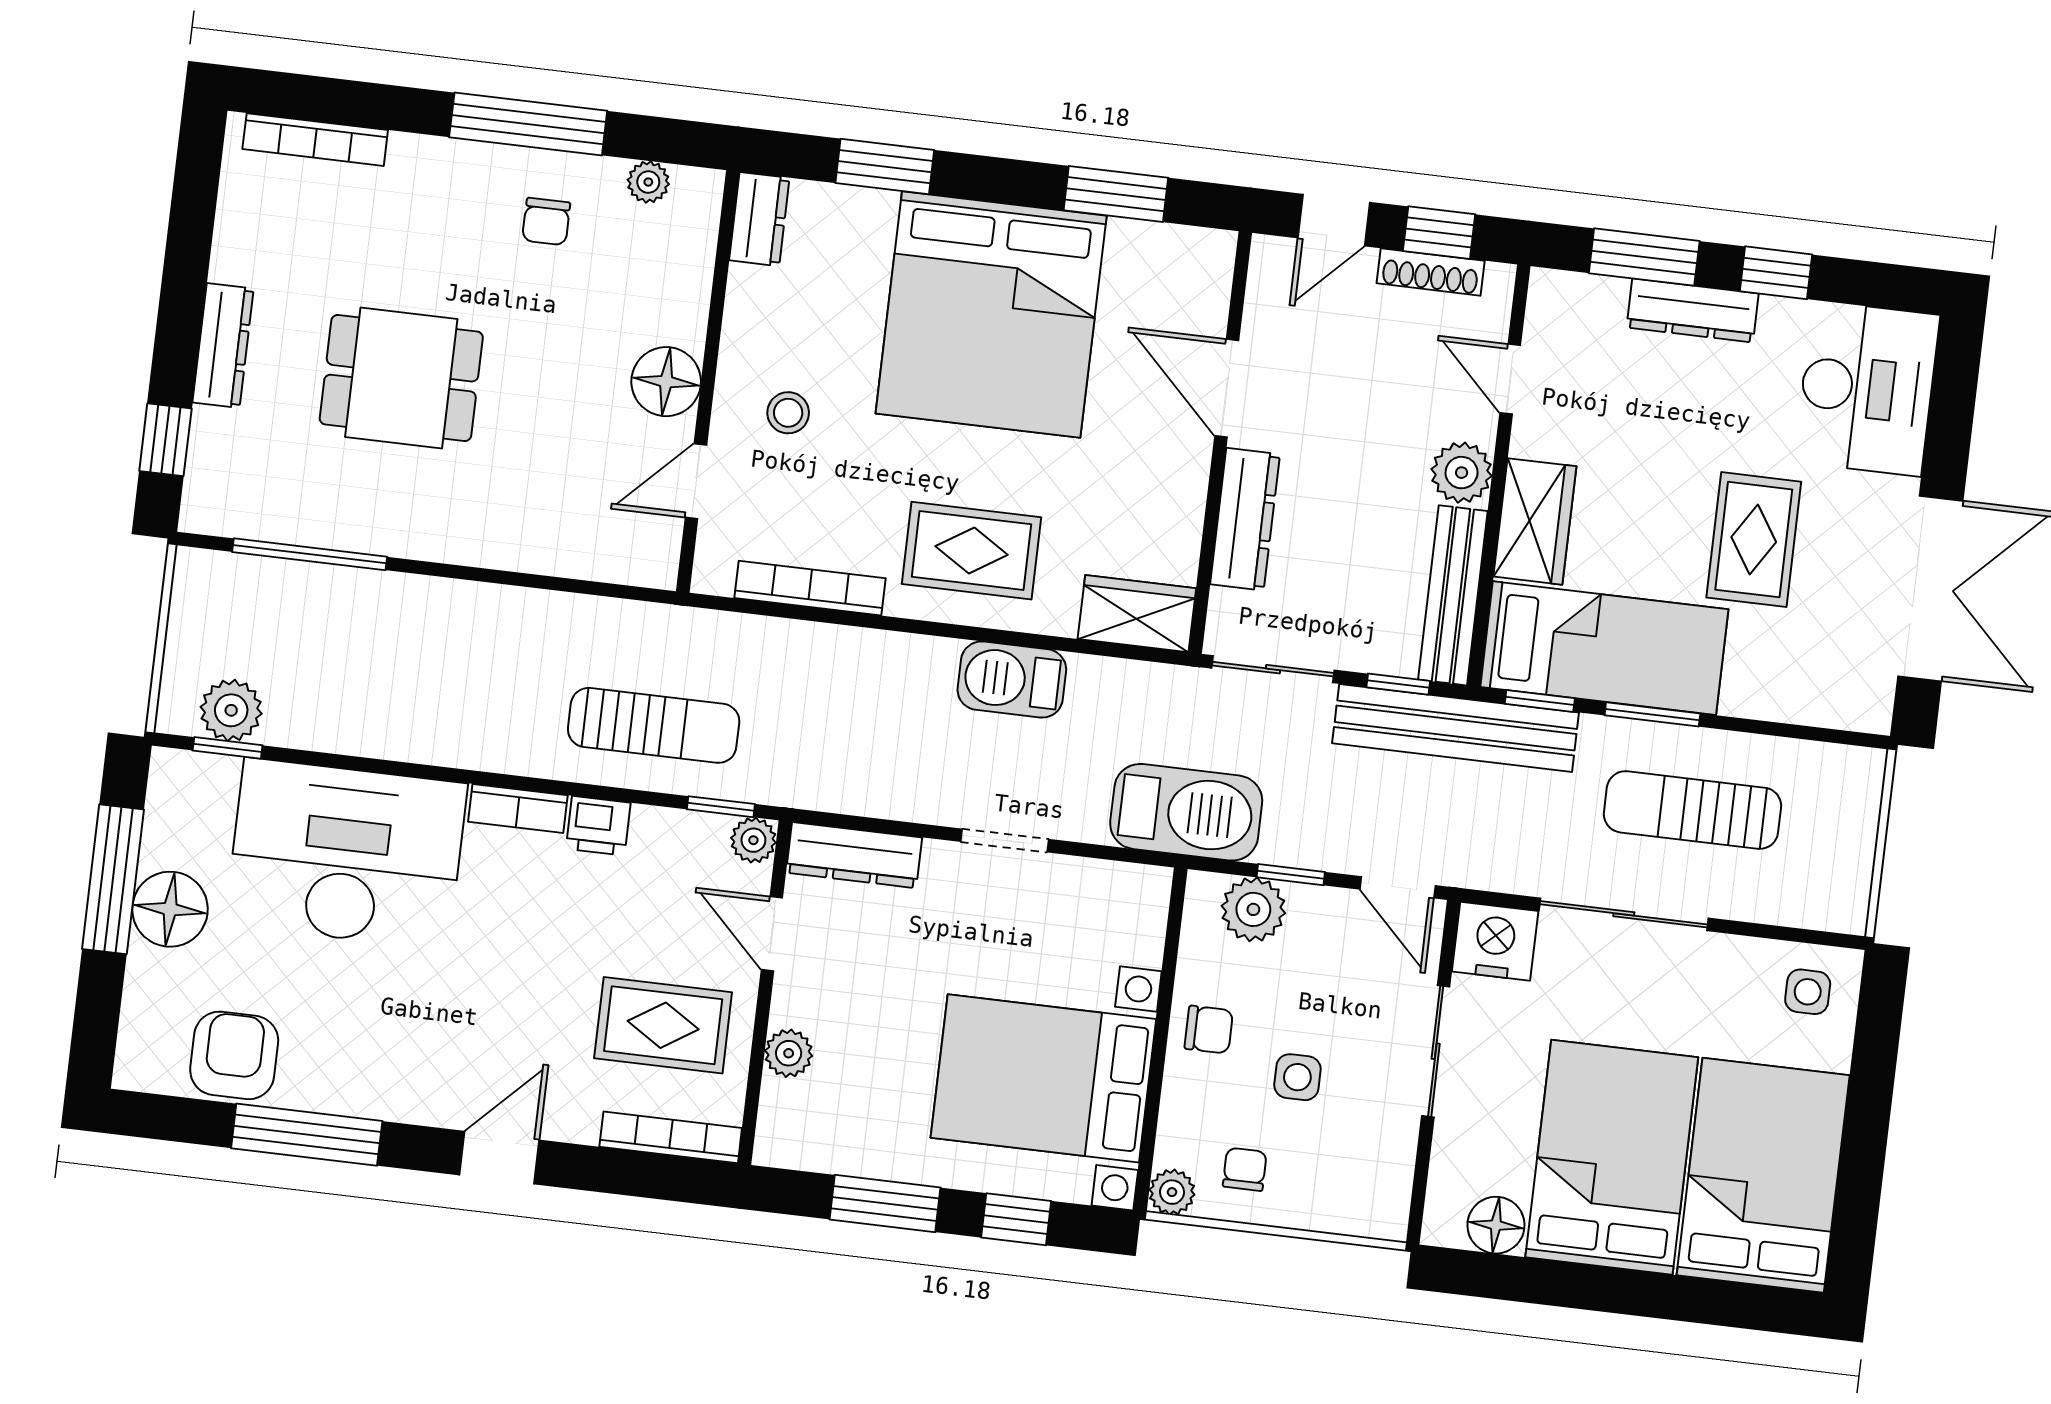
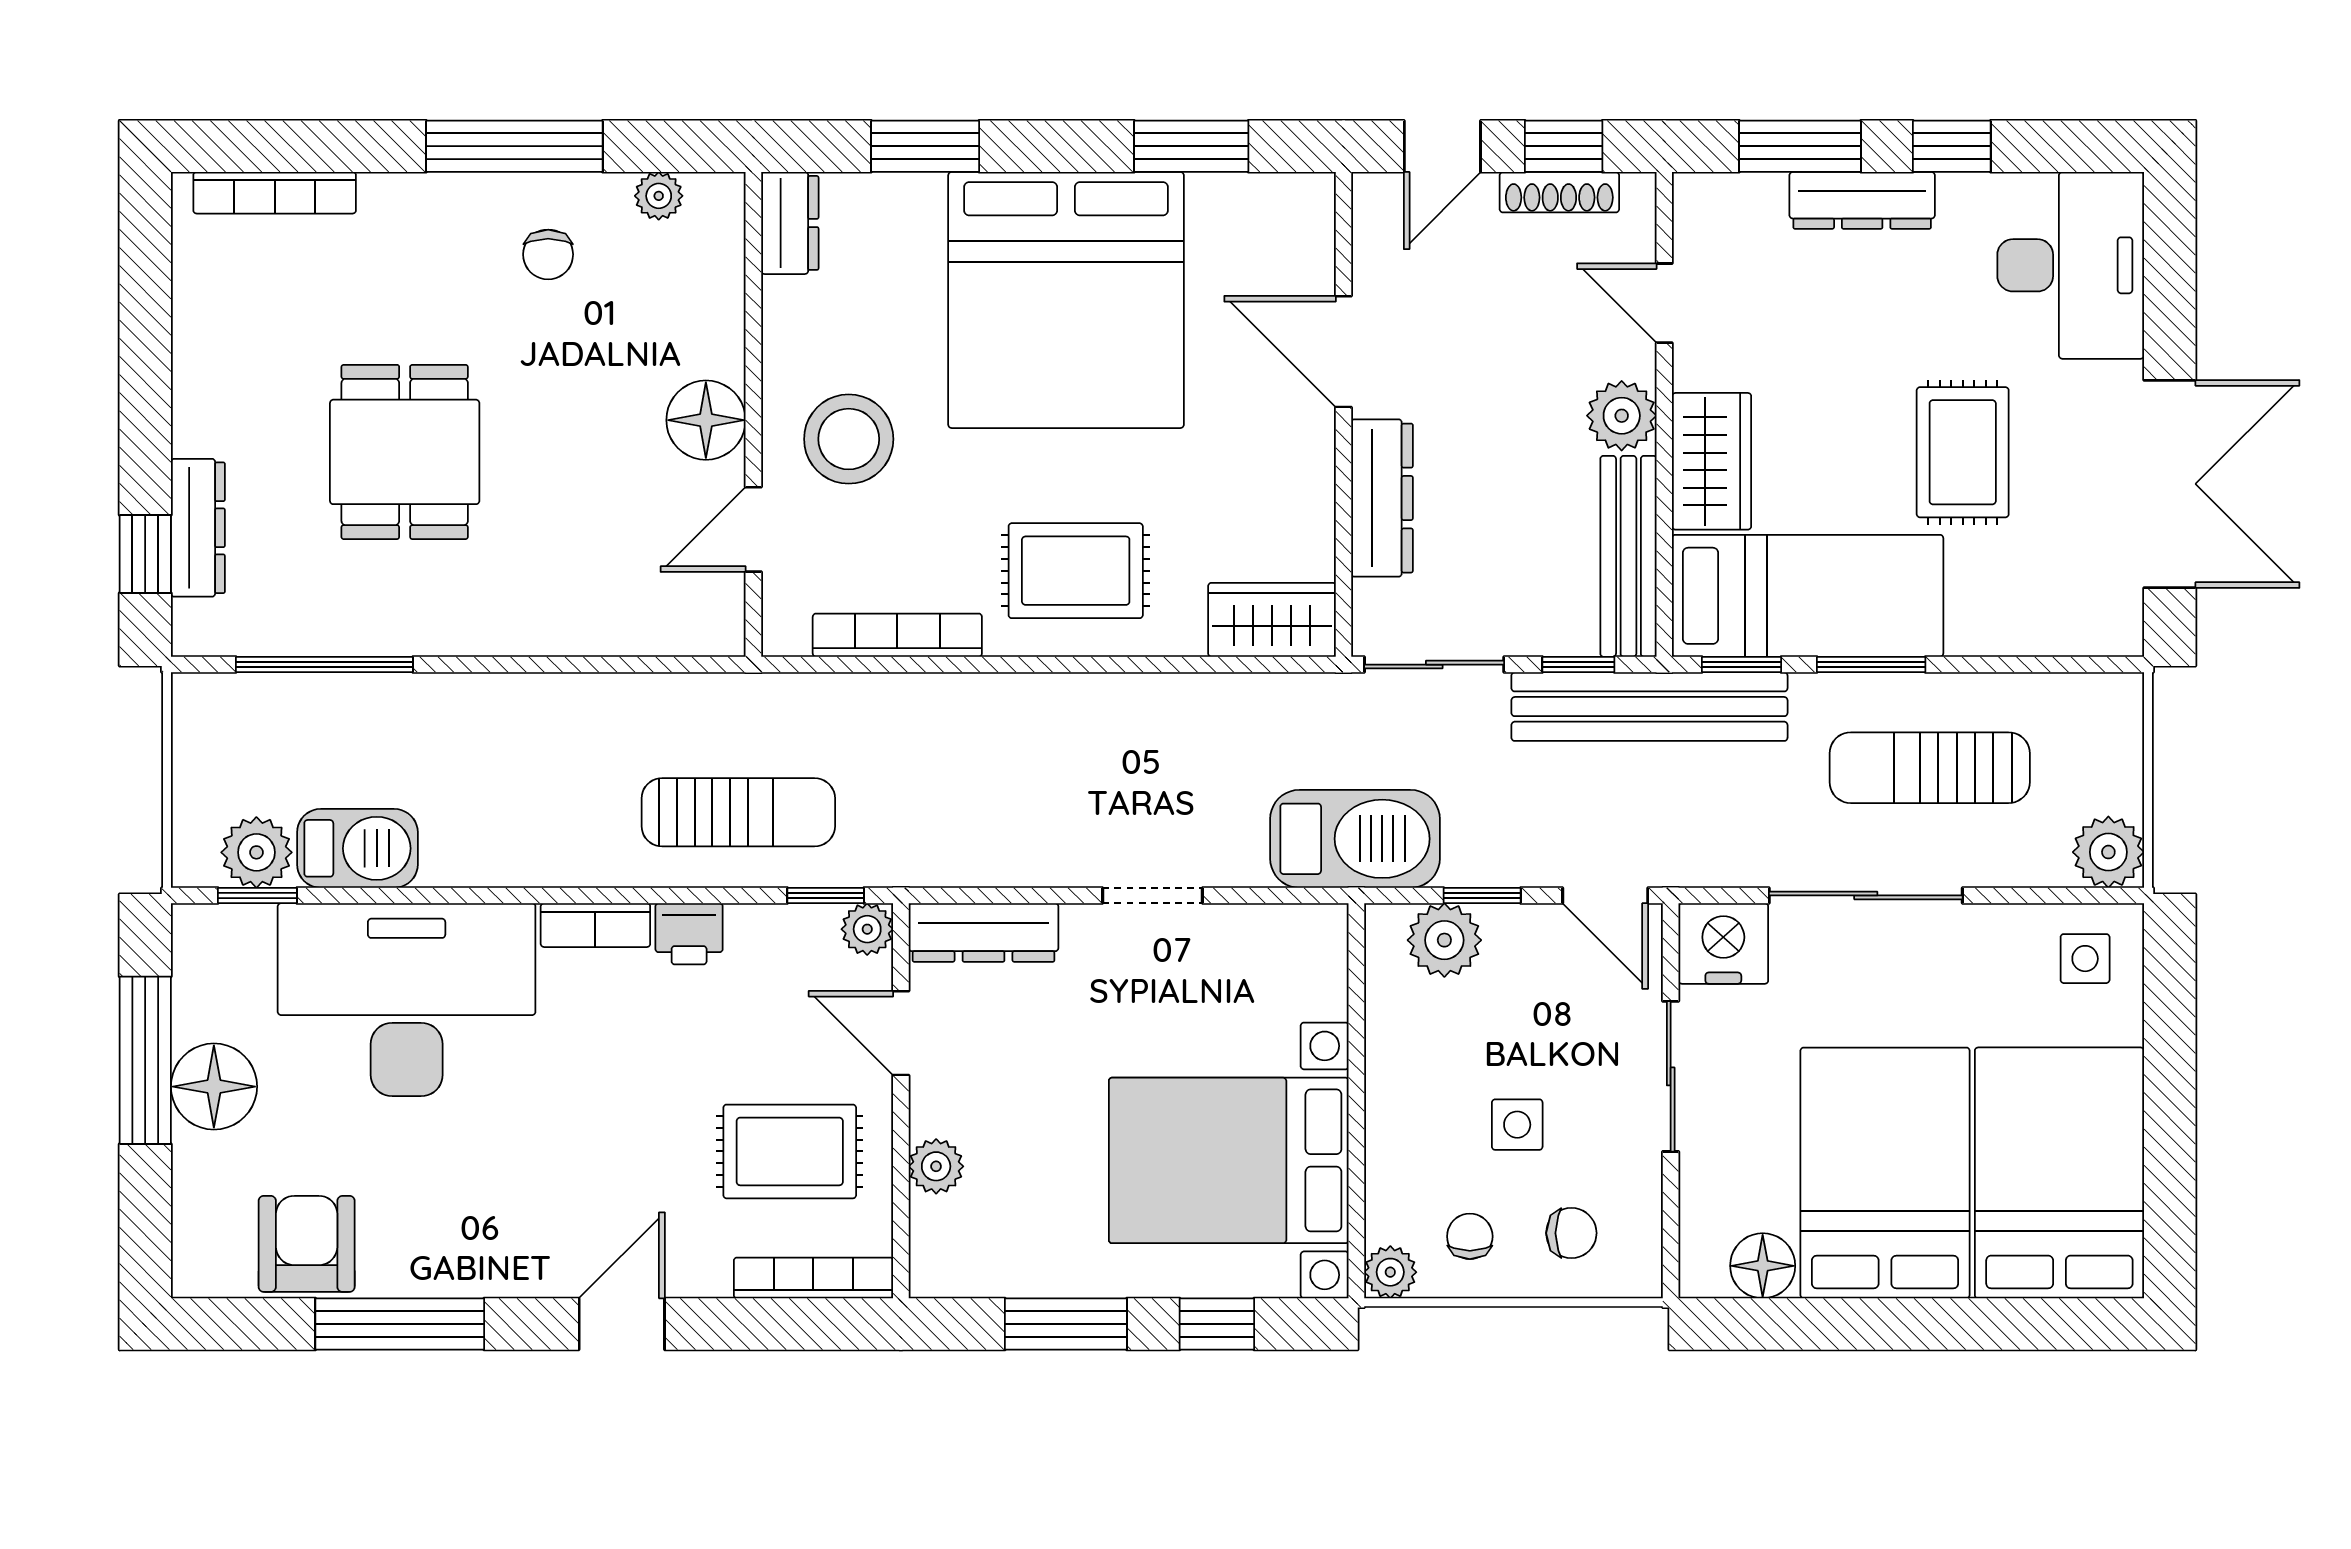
dresser: (223, 346) -> (198, 528), moved
dining table: (401, 378) -> (405, 452), turned 90
stool: (788, 413) -> (849, 439), width x1.89, depth x1.89
barbecue: (1012, 680) -> (357, 848), moved, turned 180
plant: (1839, 902) -> (2108, 852), added
chair: (1209, 1030) -> (1571, 1233), moved

